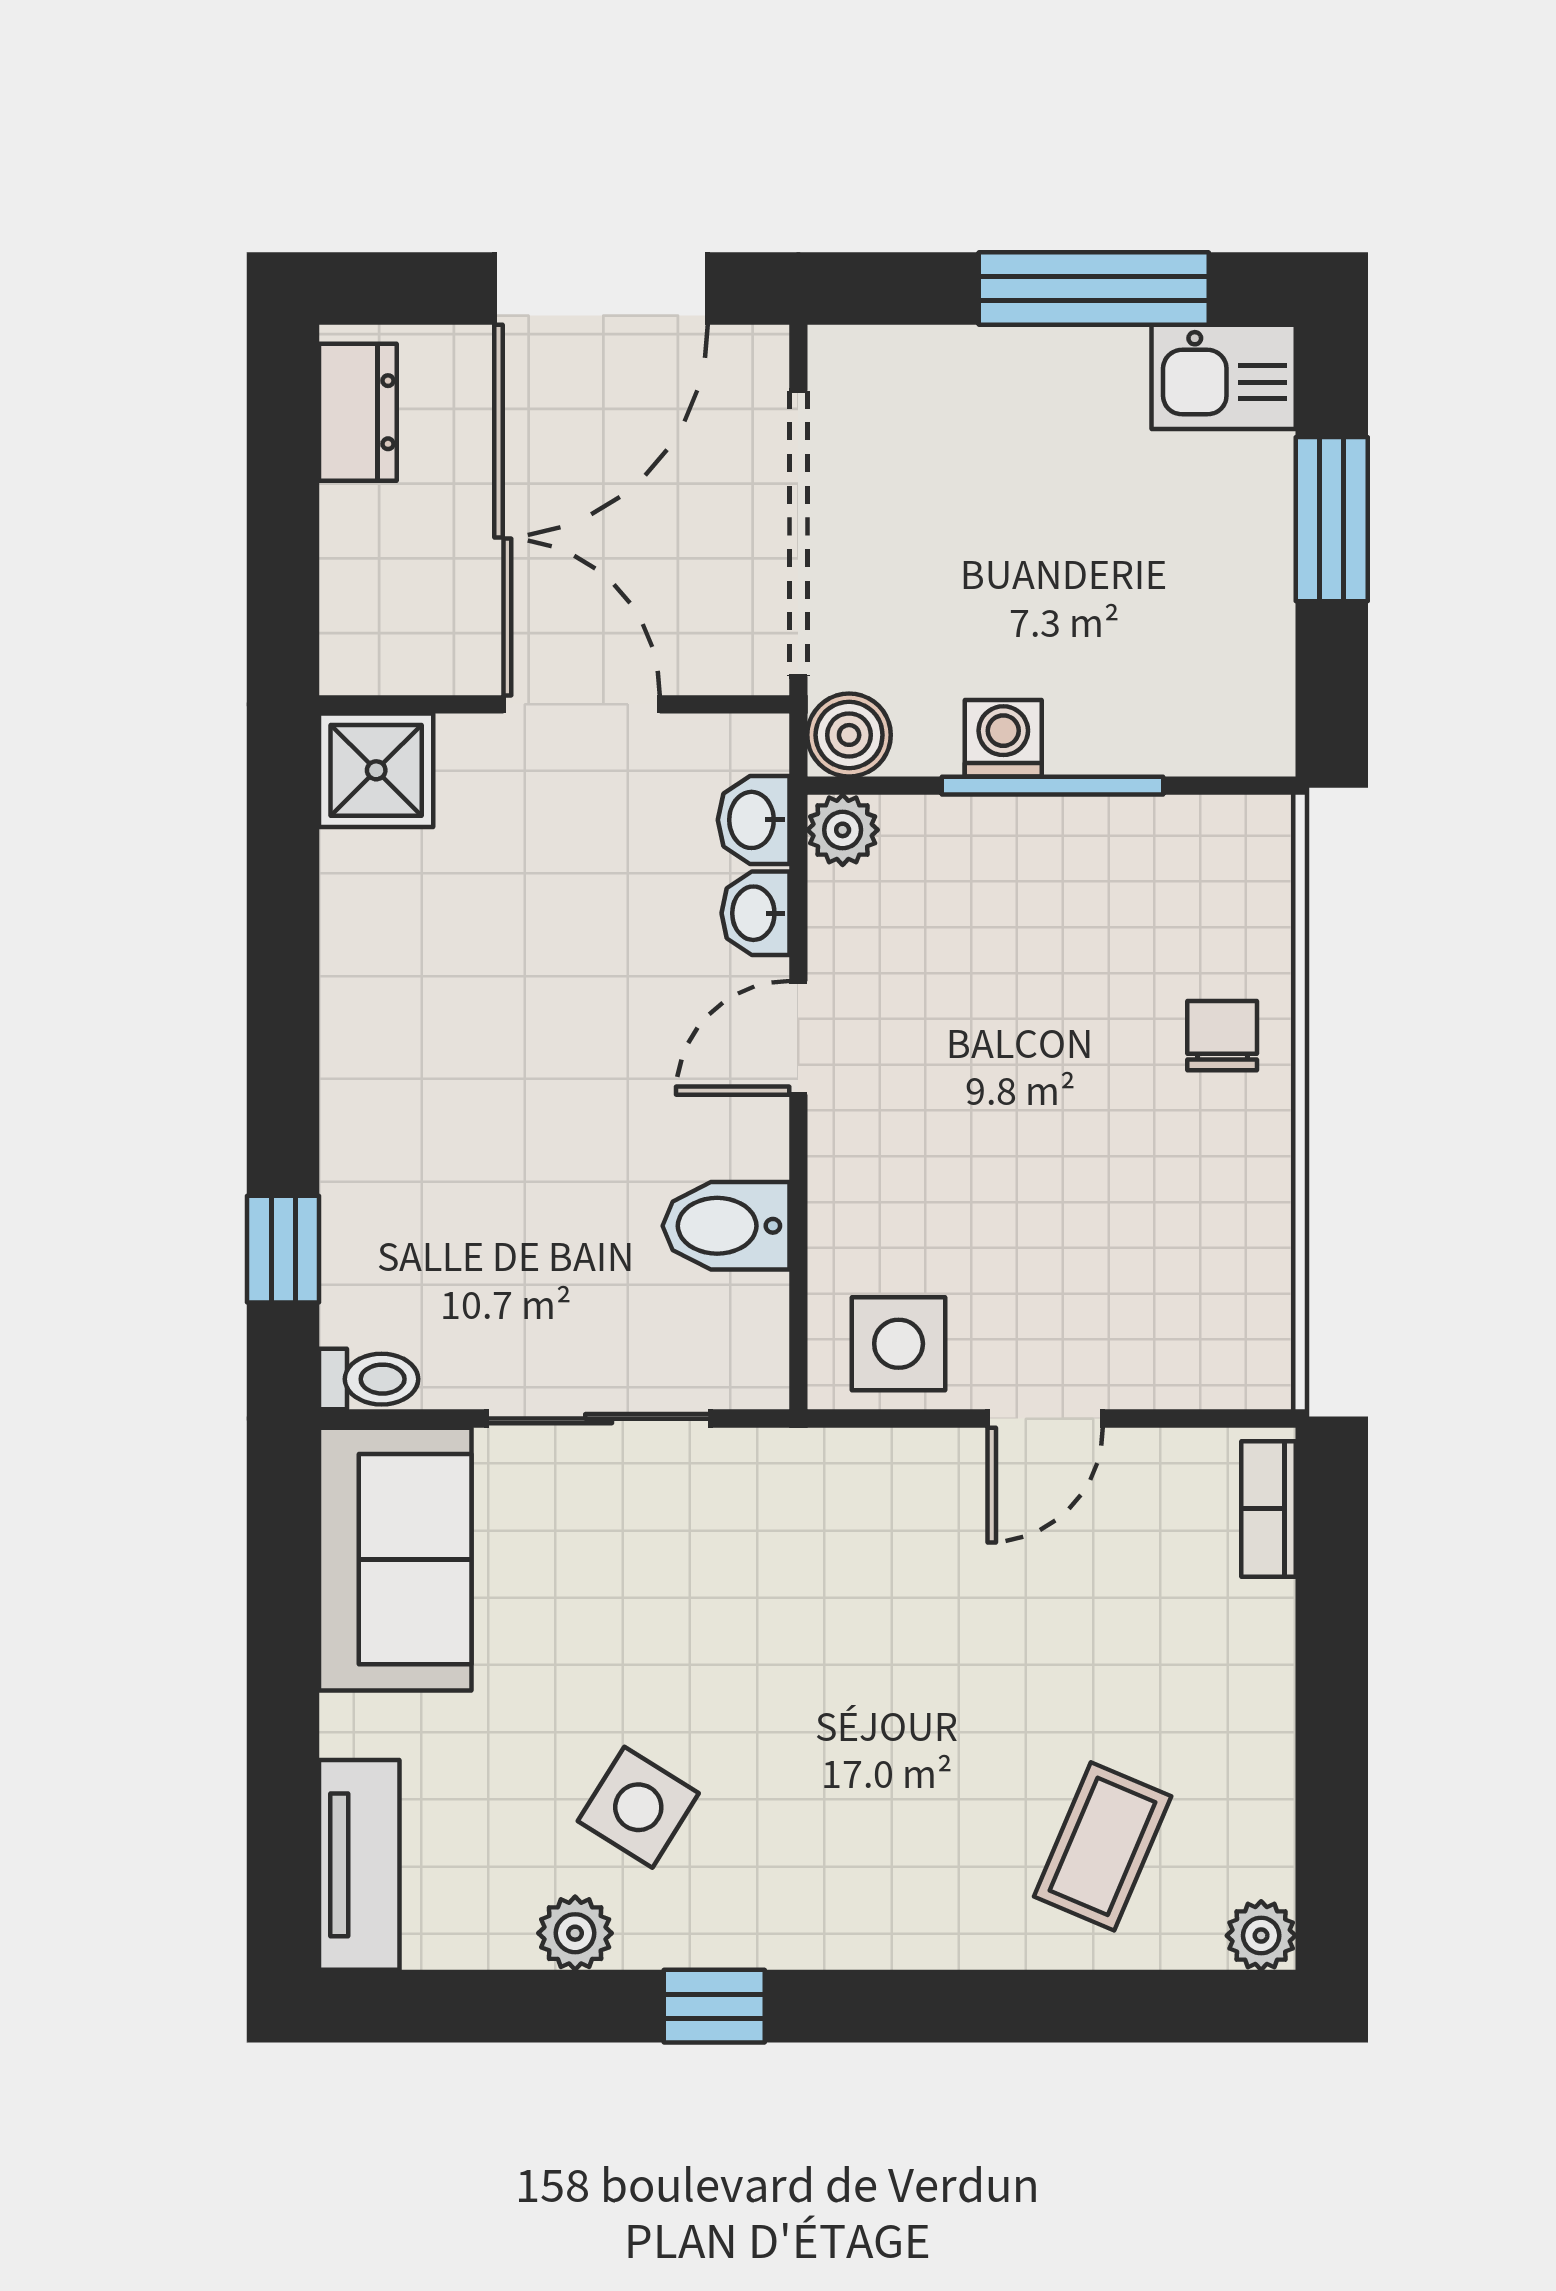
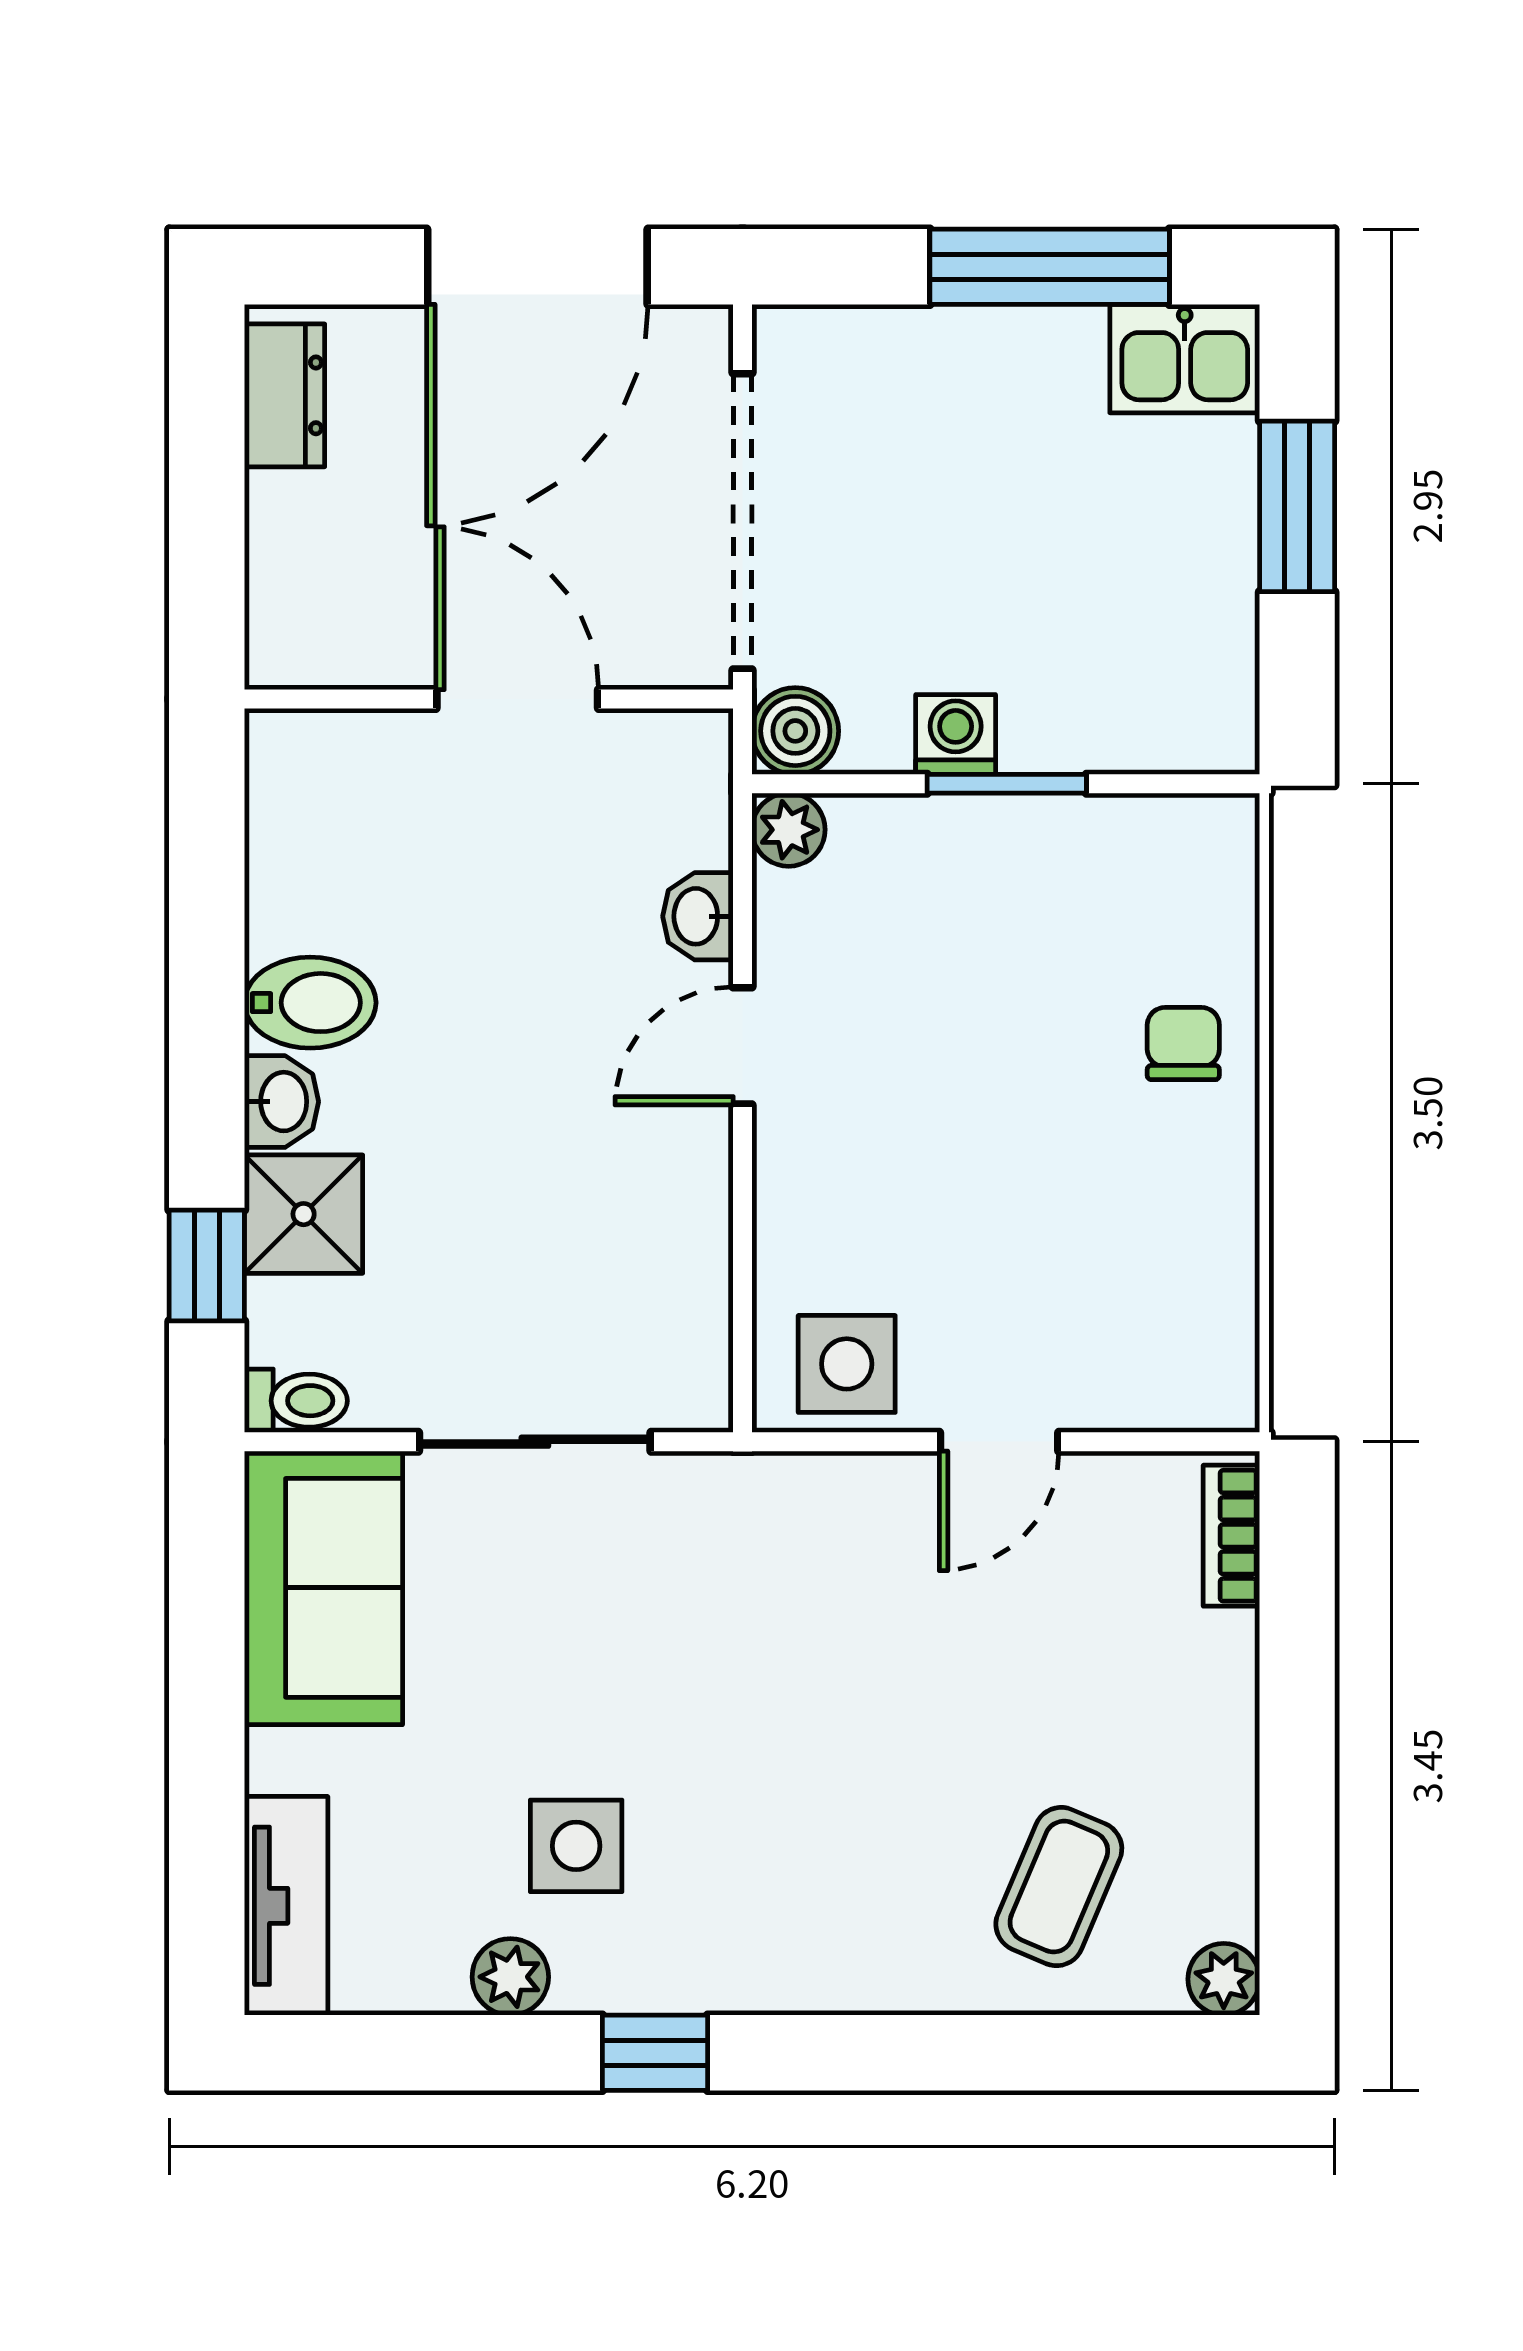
shower: (376, 770) -> (304, 1214), moved
window: (1052, 786) -> (1007, 784), width x0.69
washbasin: (754, 820) -> (281, 1102), moved, turned 180
bidet: (726, 1226) -> (310, 1003), moved, turned 180
side table: (638, 1807) -> (576, 1846), turned -32

